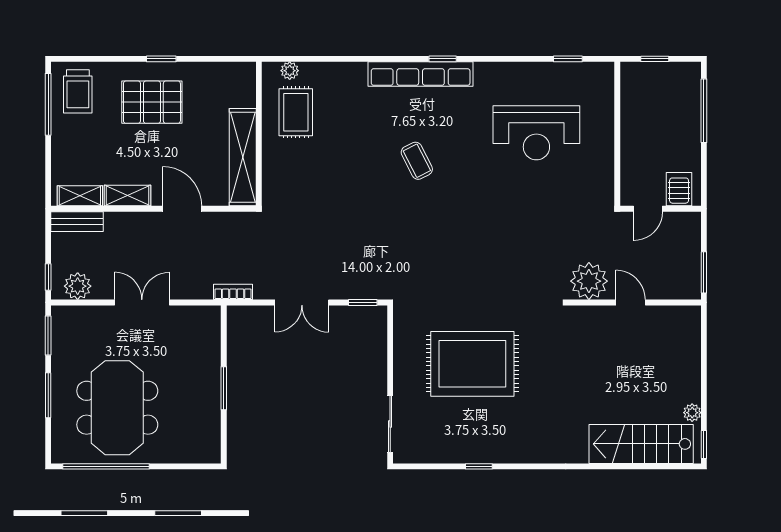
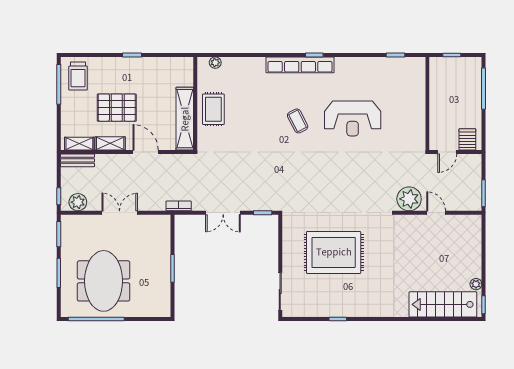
pallet: (152, 102) -> (117, 108), moved
rug: (296, 112) -> (213, 109), moved
reception desk: (536, 133) -> (353, 118), moved

